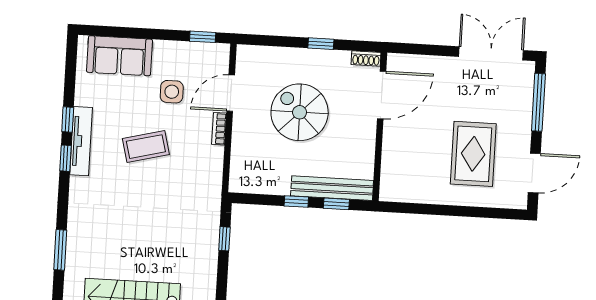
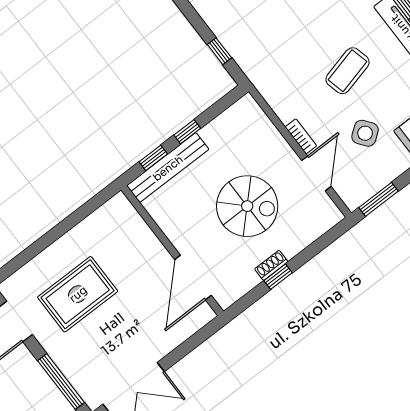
window: (203, 37) -> (379, 199), width x1.50
shoe rack: (366, 58) -> (271, 265), moved
side table: (172, 92) -> (365, 133), turned -37
rug: (473, 154) -> (78, 294), turned 90

